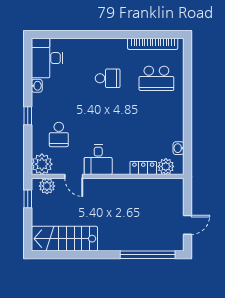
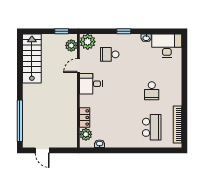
school desk: (156, 78) -> (152, 127), turned 180

